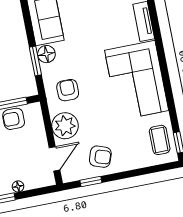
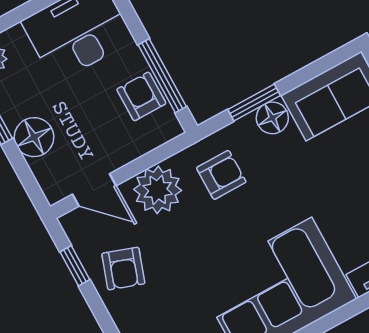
floor lamp: (18, 186) -> (34, 137), width x1.89, depth x1.89

